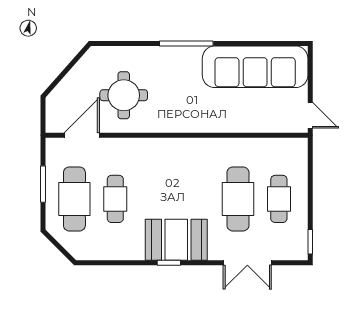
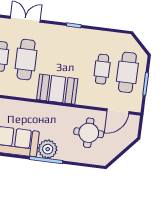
plant: (186, 61) -> (48, 149), added
booth: (176, 240) -> (57, 89), moved

